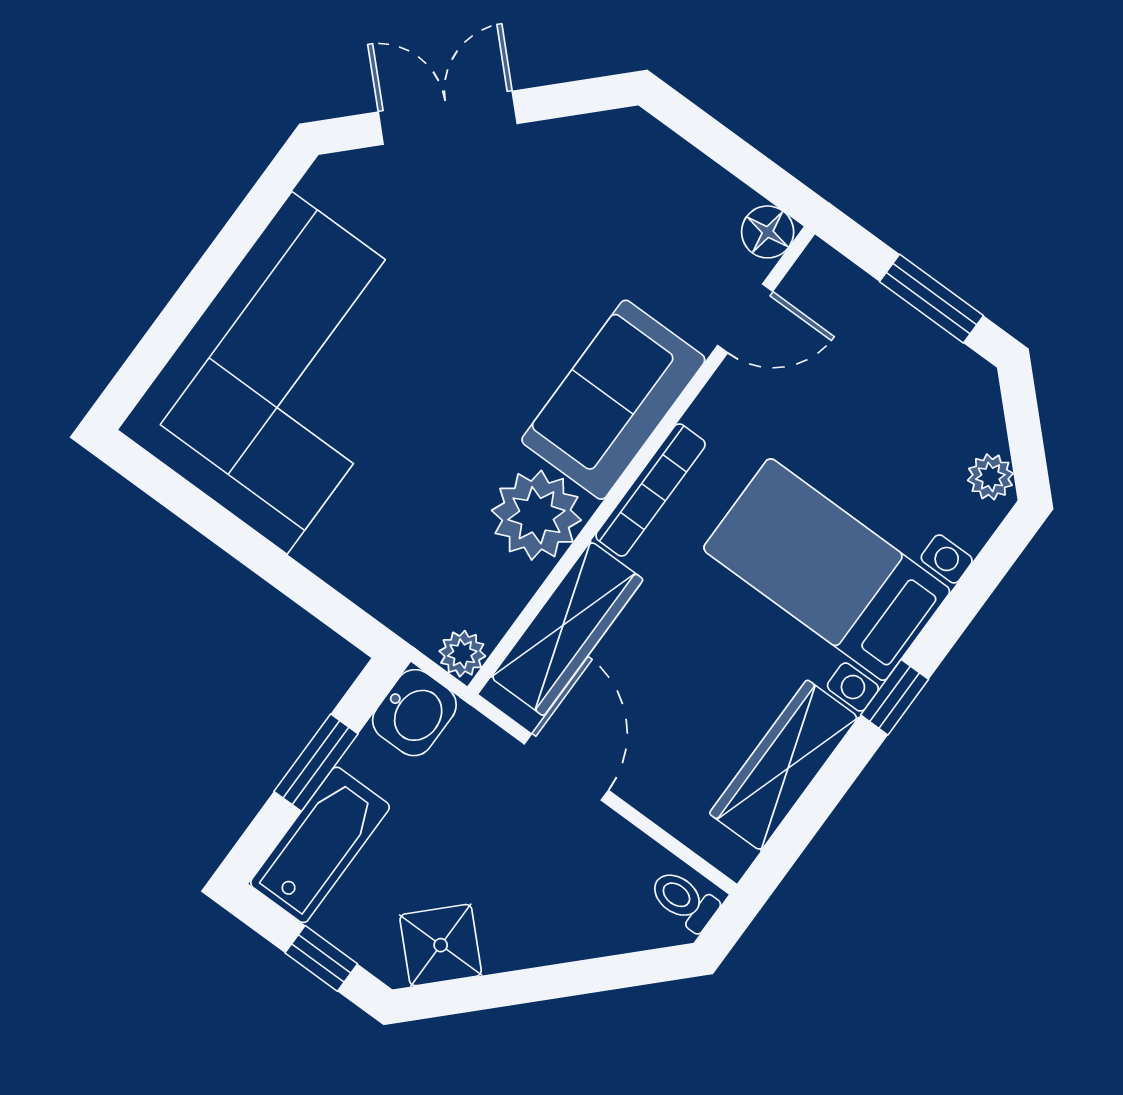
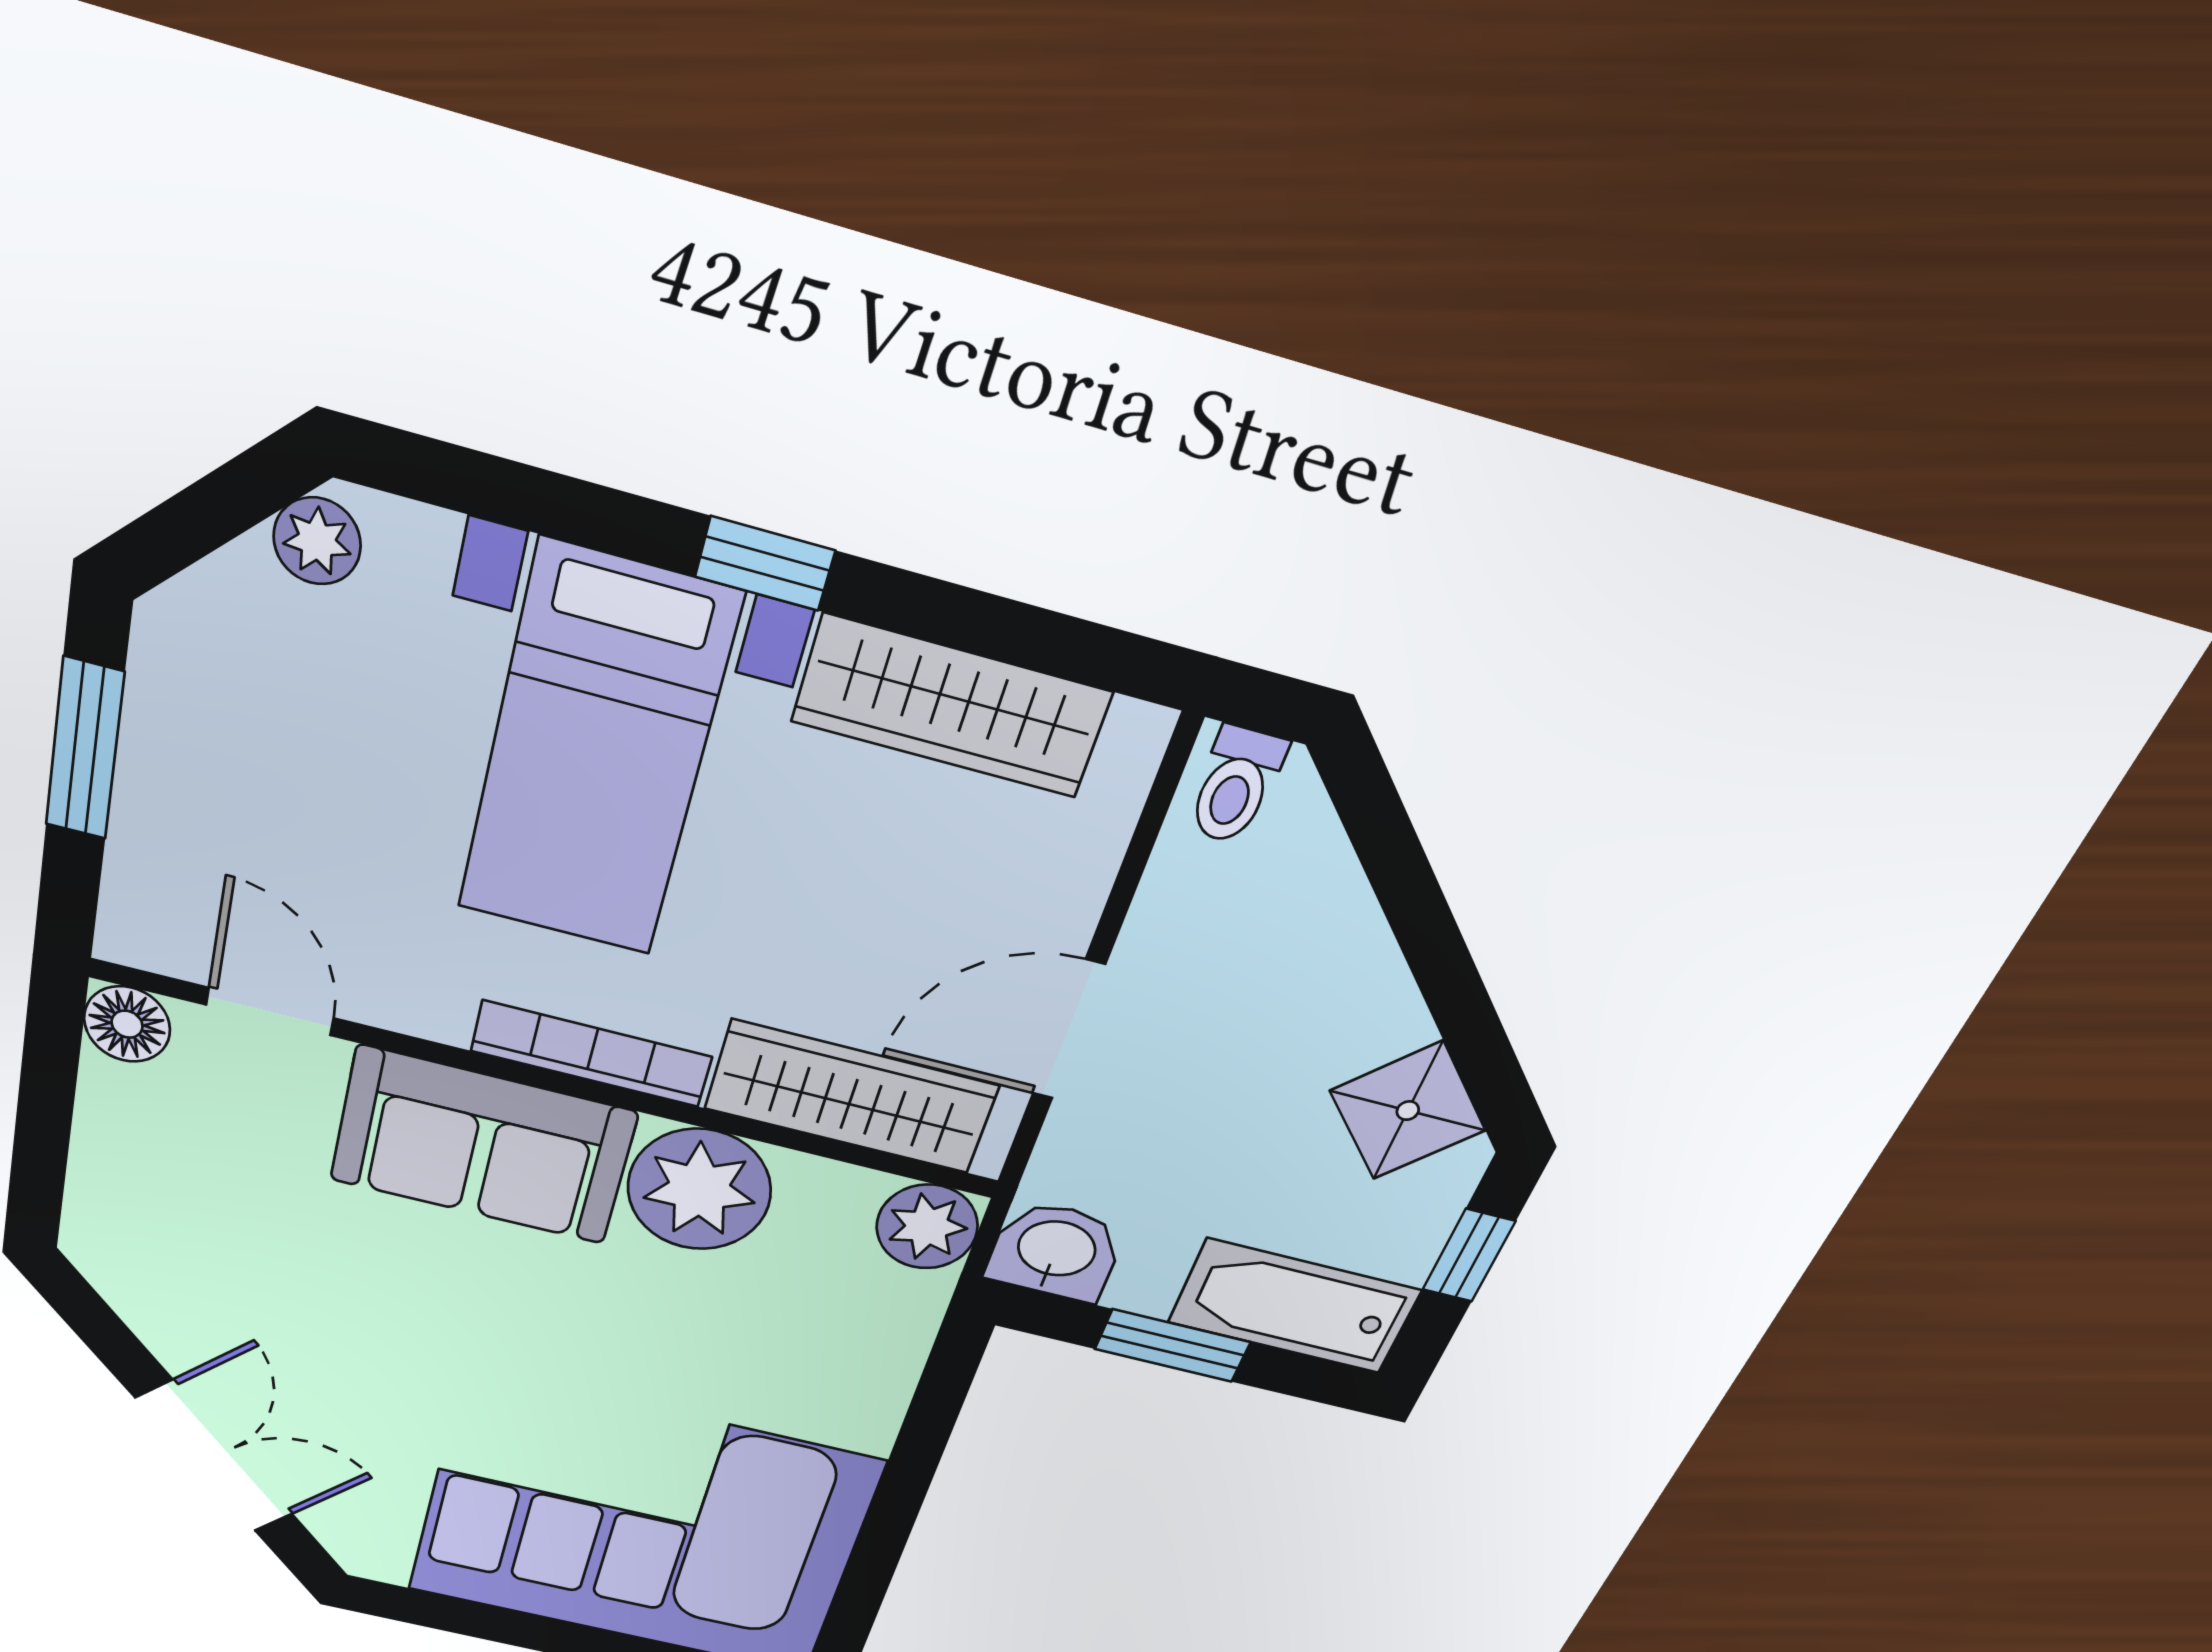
double door: (448, 118) -> (215, 1457), swing flipped
plant: (462, 654) -> (927, 1227), width x1.38, depth x1.38

